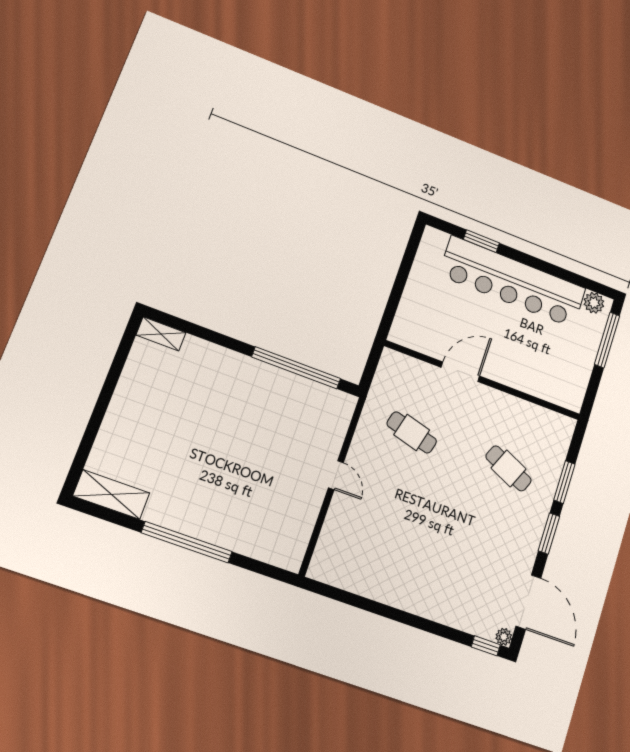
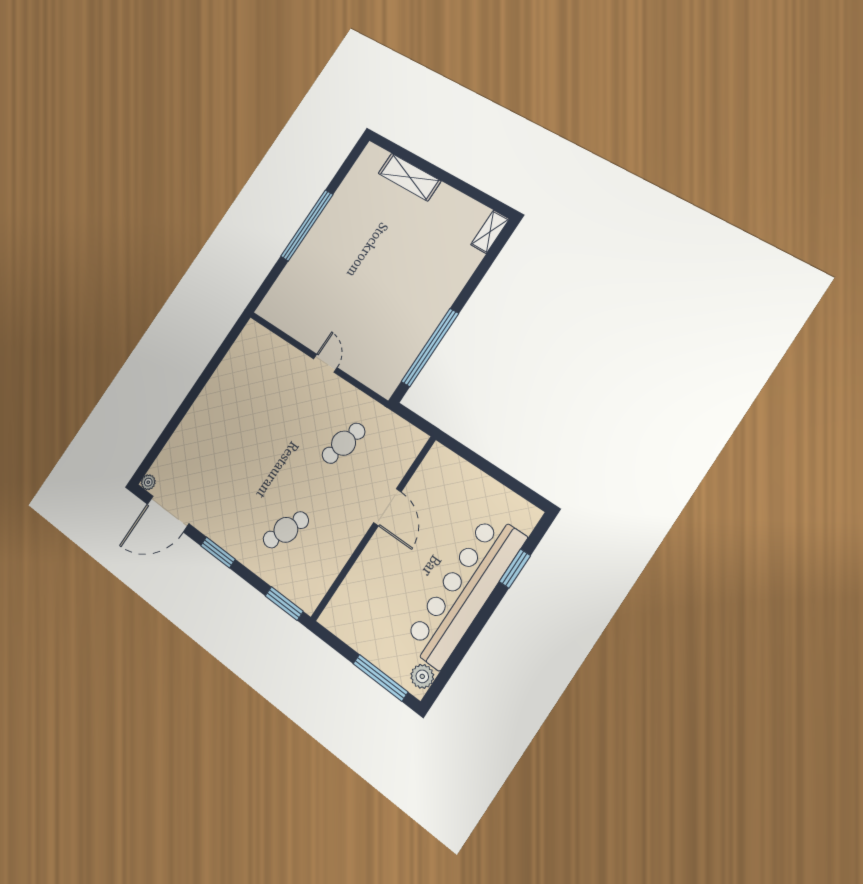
door: (336, 475) -> (325, 363), swing flipped
window: (564, 482) -> (284, 604), moved
shelving: (111, 494) -> (410, 177), moved, turned 90
window: (486, 646) -> (147, 464), removed

